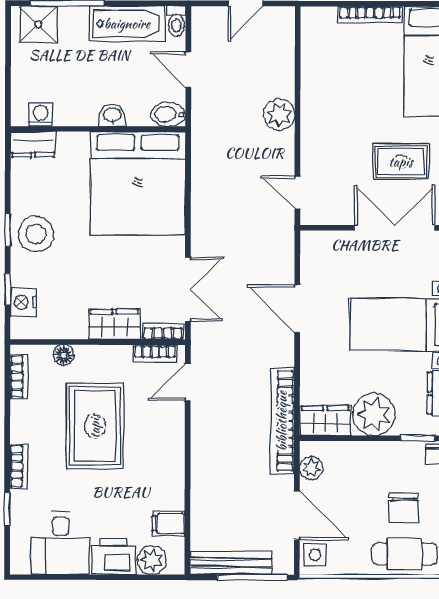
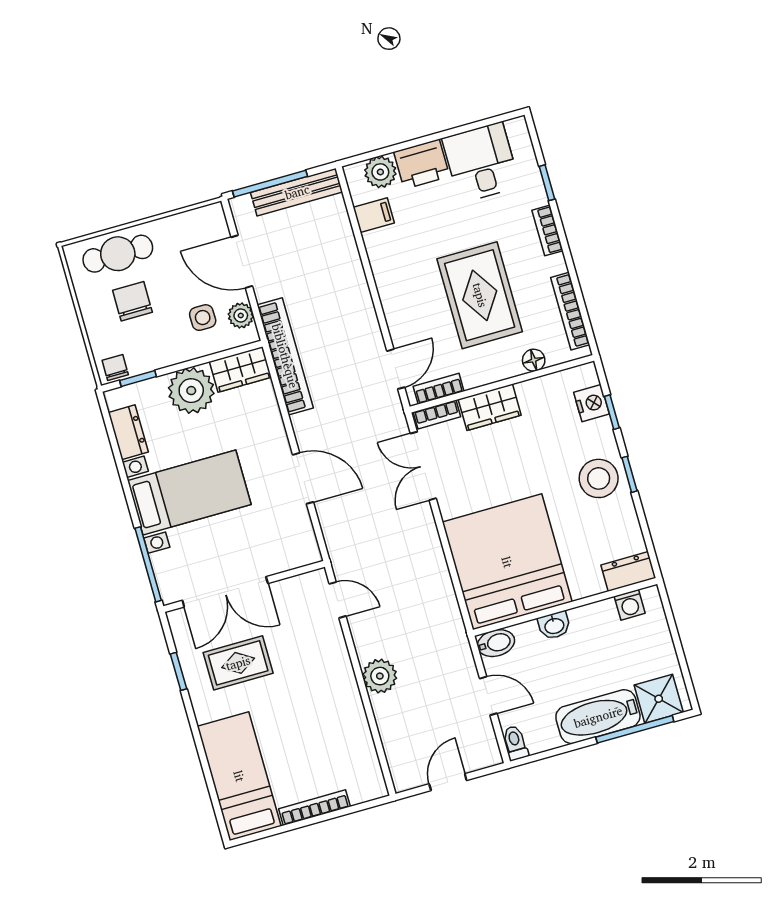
bathtub: (127, 24) -> (598, 717), moved
bookcase: (19, 377) -> (570, 311), width x1.56
side table: (315, 555) -> (203, 318), moved

